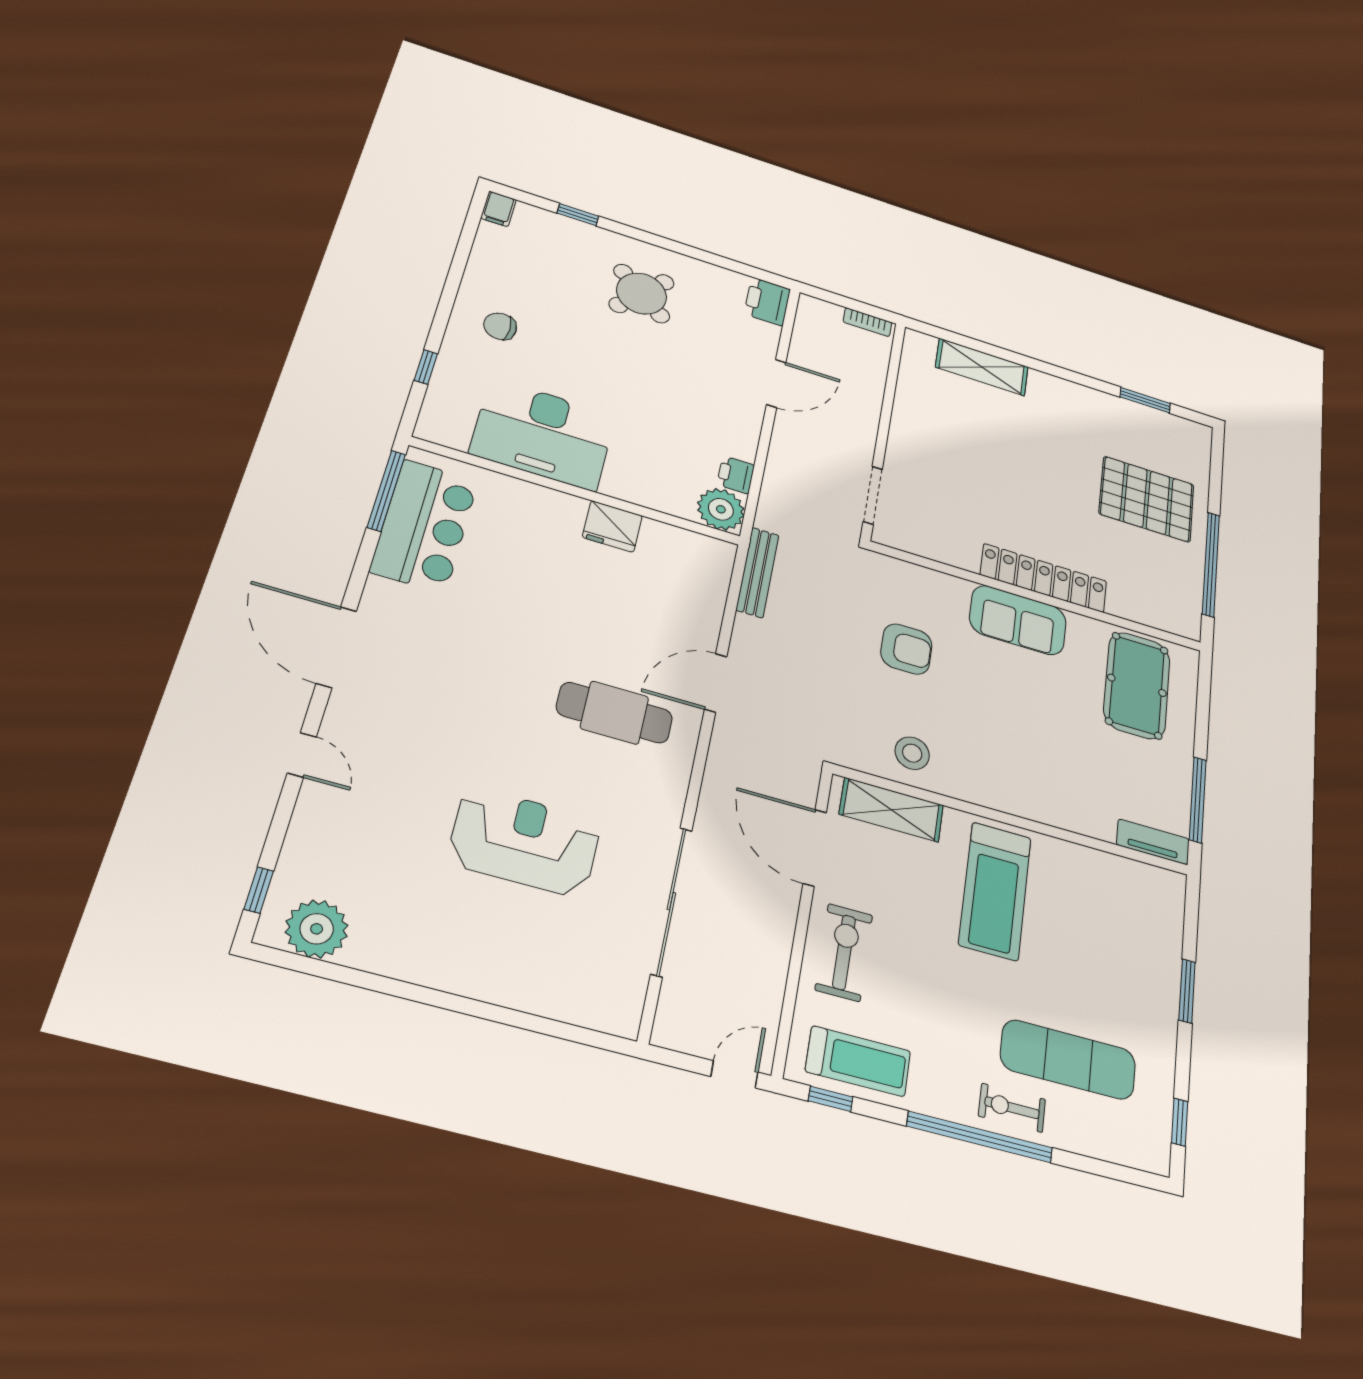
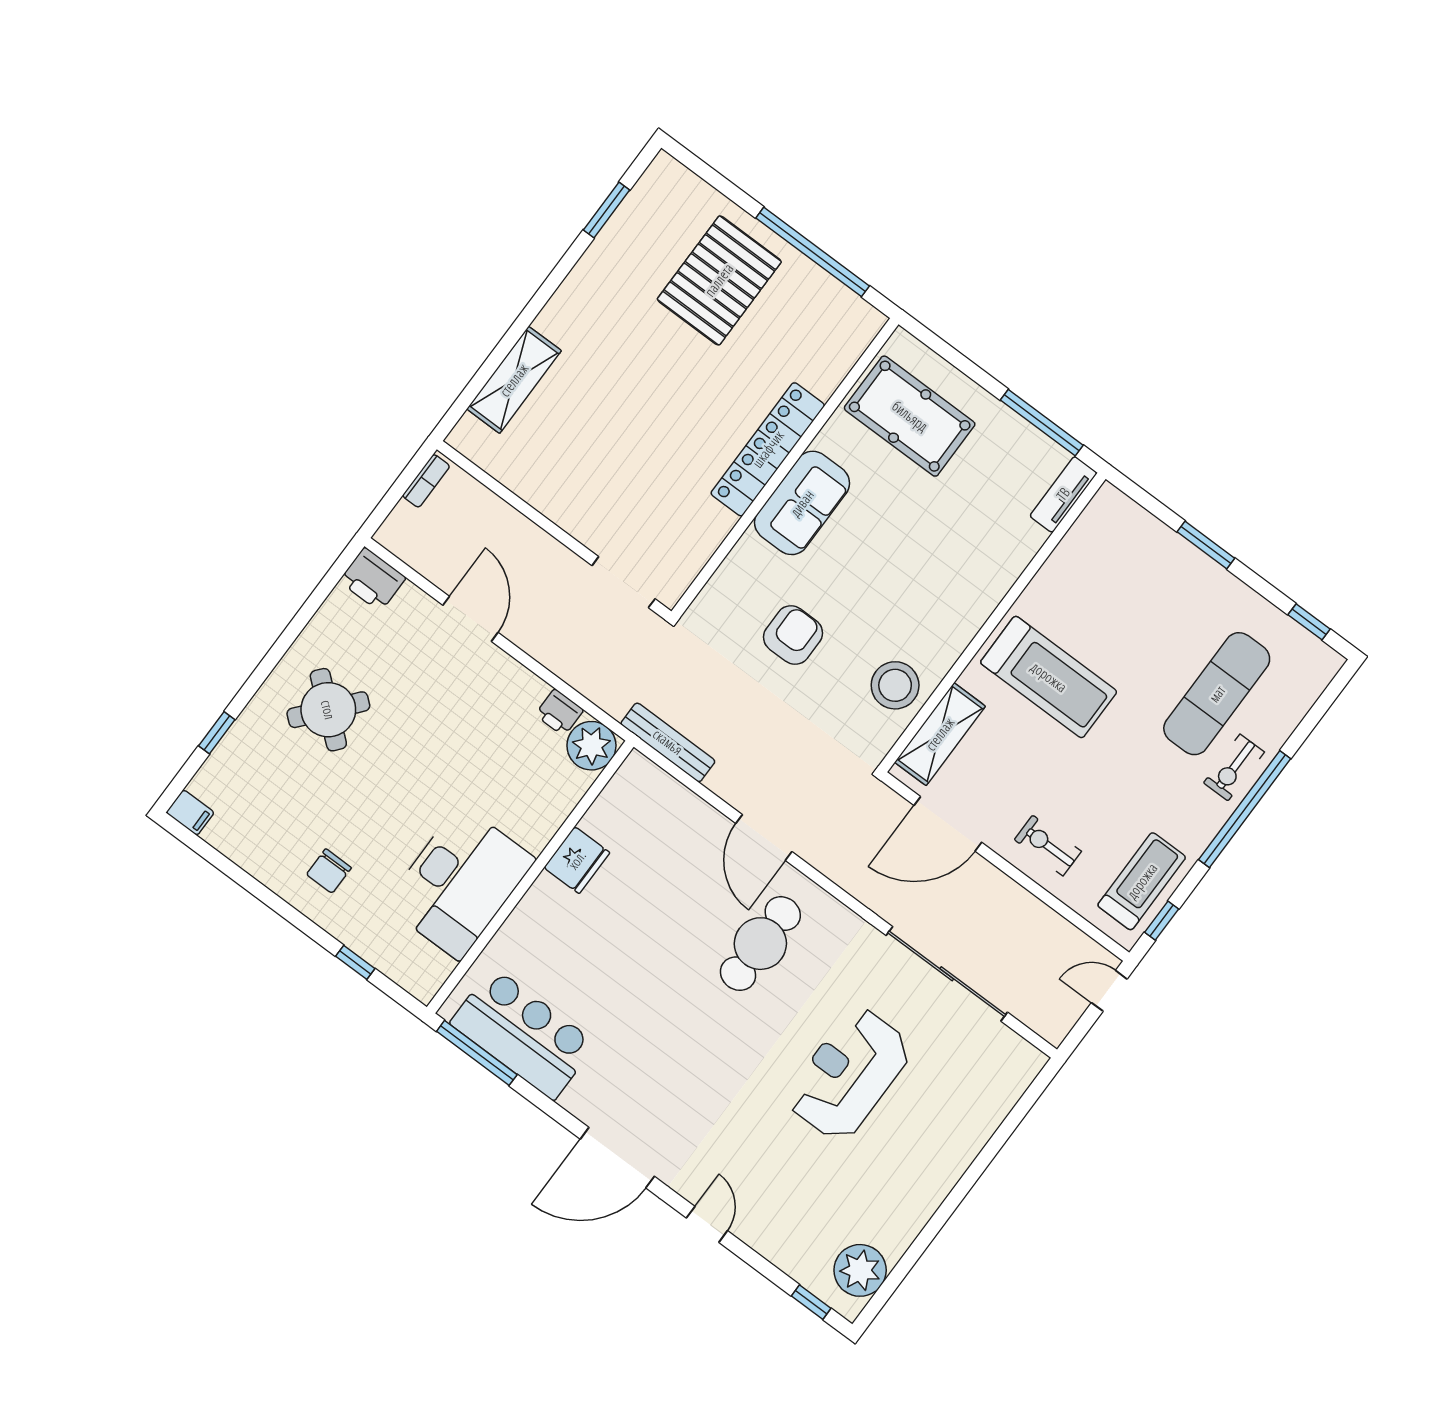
stool: (912, 753) -> (895, 685), width x1.38, depth x1.38
door: (302, 755) -> (707, 1224), hinge flipped
exercise bike: (844, 952) -> (1048, 846), width x0.73, depth x0.72
door: (734, 1074) -> (1109, 991), hinge flipped

